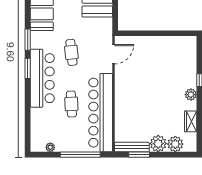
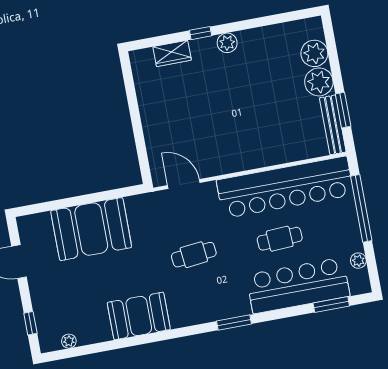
window: (28, 40) -> (331, 304), moved
bar counter: (42, 78) -> (298, 286), moved
wardrobe: (191, 121) -> (172, 53), moved

